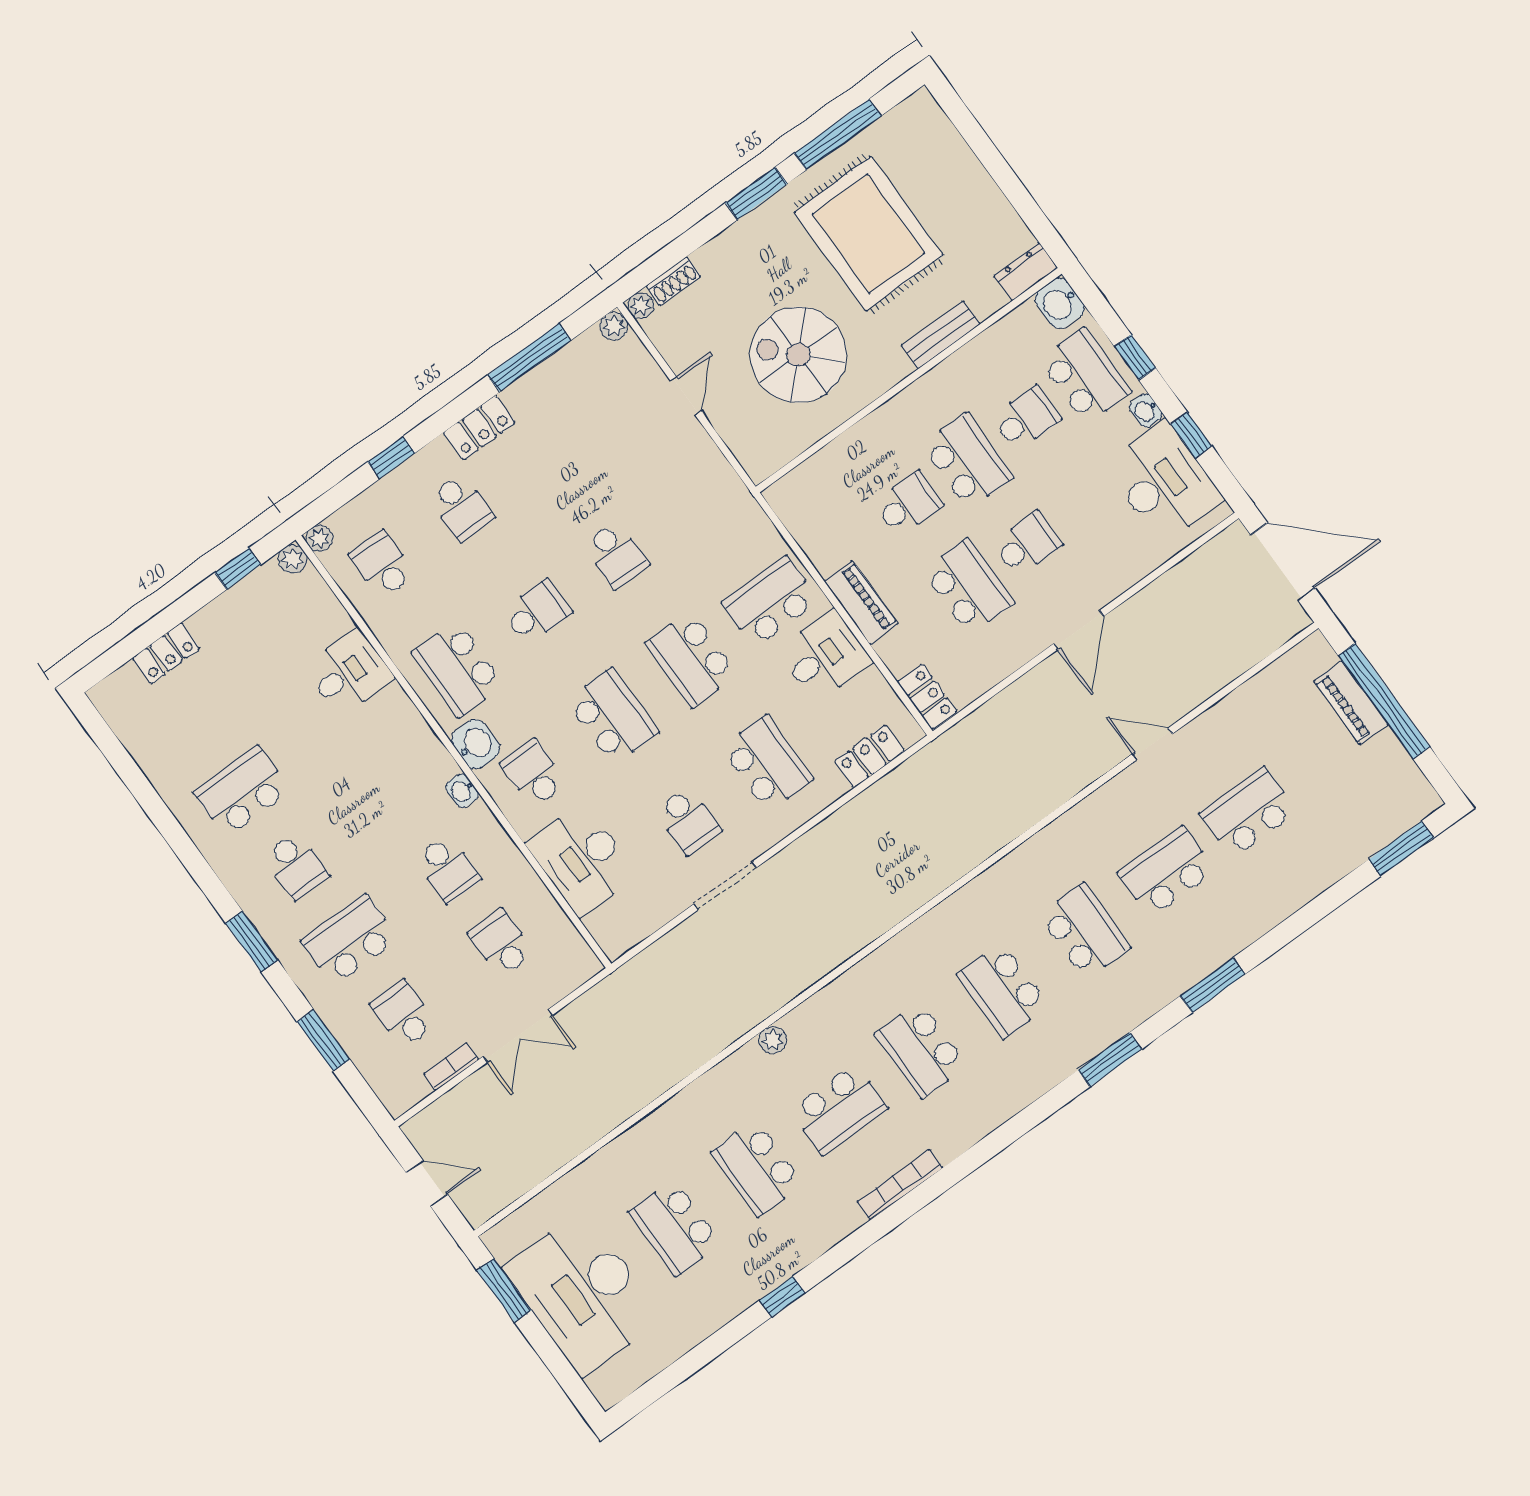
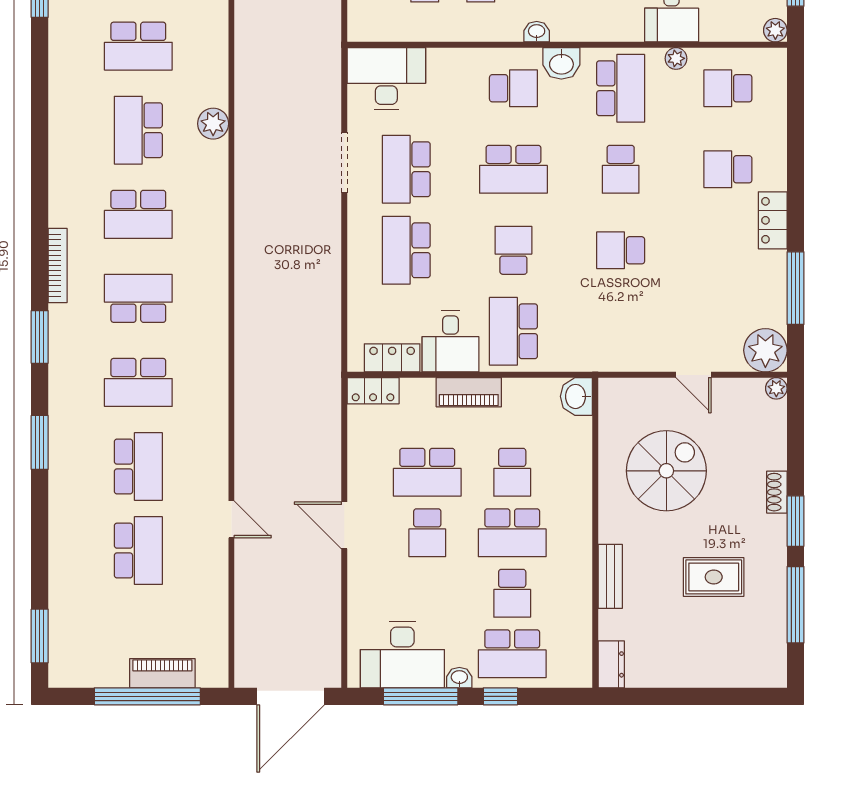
rug: (868, 234) -> (714, 577), width x0.54, depth x0.49
shoe rack: (673, 281) -> (777, 492), moved
washbasin: (1060, 303) -> (576, 396), moved, turned -90
plant: (614, 326) -> (765, 350), width x1.88, depth x1.88
window: (1191, 435) -> (421, 696), width x2.17
window: (391, 458) -> (796, 146), removed
plant: (319, 538) -> (676, 58), moved
school desk: (382, 564) -> (728, 88), turned 180
school desk: (770, 602) -> (513, 331), turned 180
school desk: (691, 659) -> (513, 250), width x0.54
school desk: (458, 669) -> (621, 88), turned 90
door: (1152, 744) -> (231, 519), hinge flipped
locker: (870, 756) -> (392, 358), moved, turned -90
school desk: (767, 763) -> (406, 250), turned 90
school desk: (688, 821) -> (406, 169), width x1.85
desk: (582, 860) -> (386, 78), moved
plant: (773, 1040) -> (213, 124), width x1.38, depth x1.38
school desk: (921, 1050) -> (138, 214), turned 180
school desk: (757, 1168) -> (138, 46), turned 180
bookcase: (900, 1185) -> (58, 265), moved

